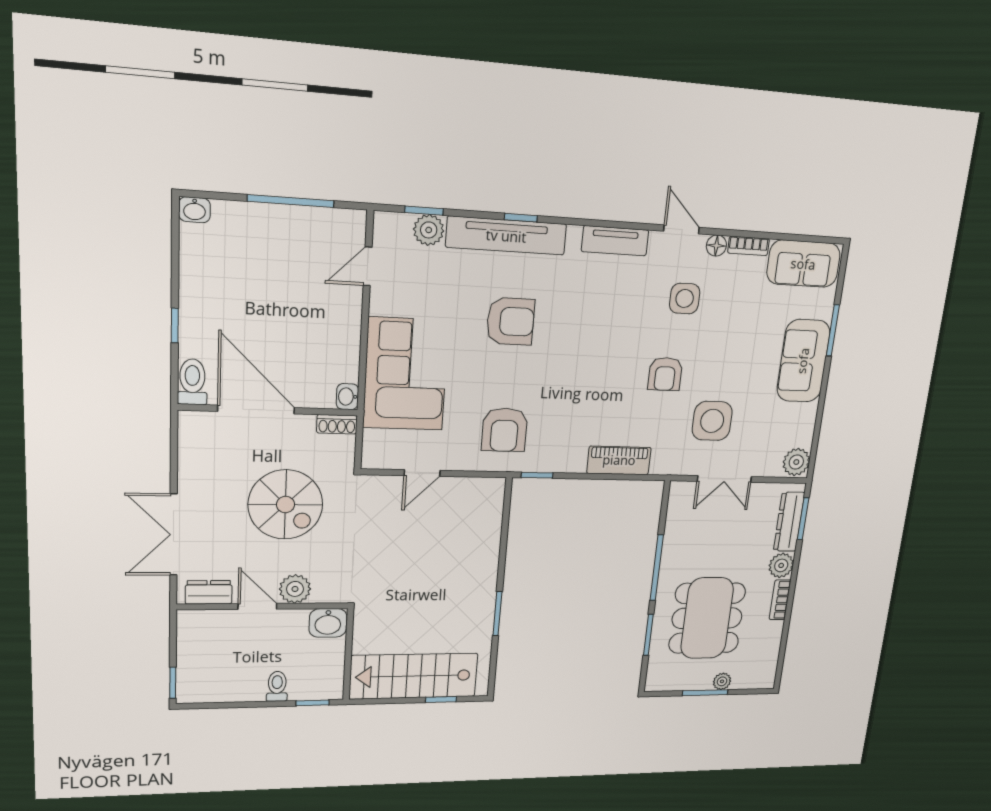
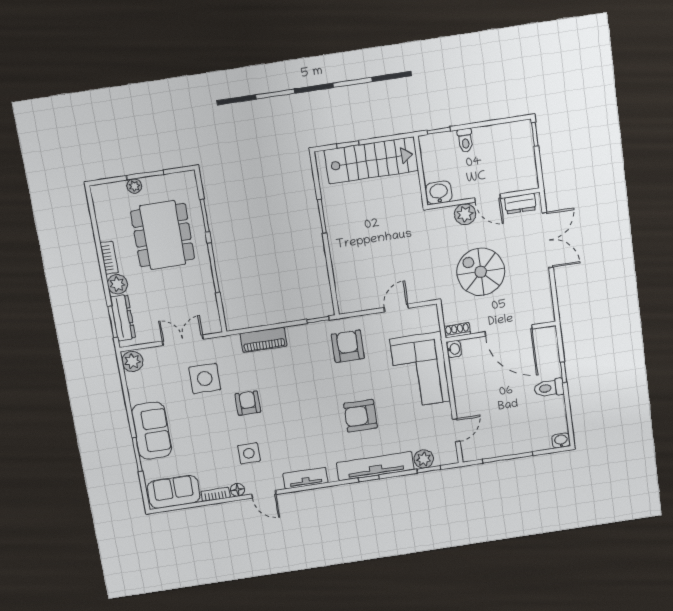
toilet: (192, 382) -> (549, 388), moved, turned 90

